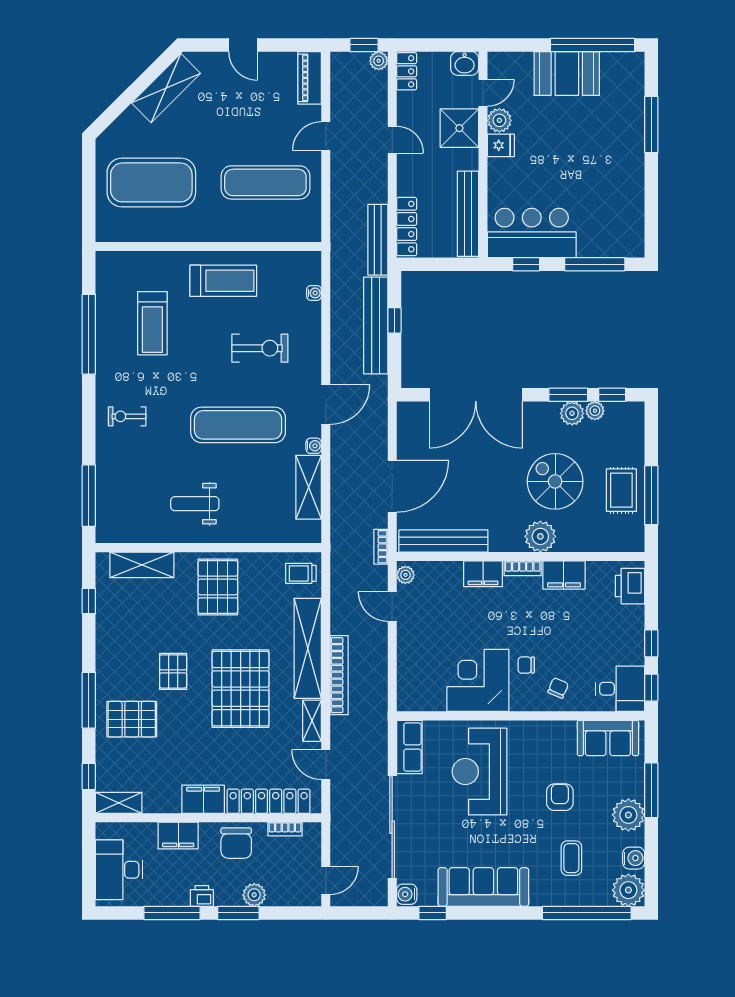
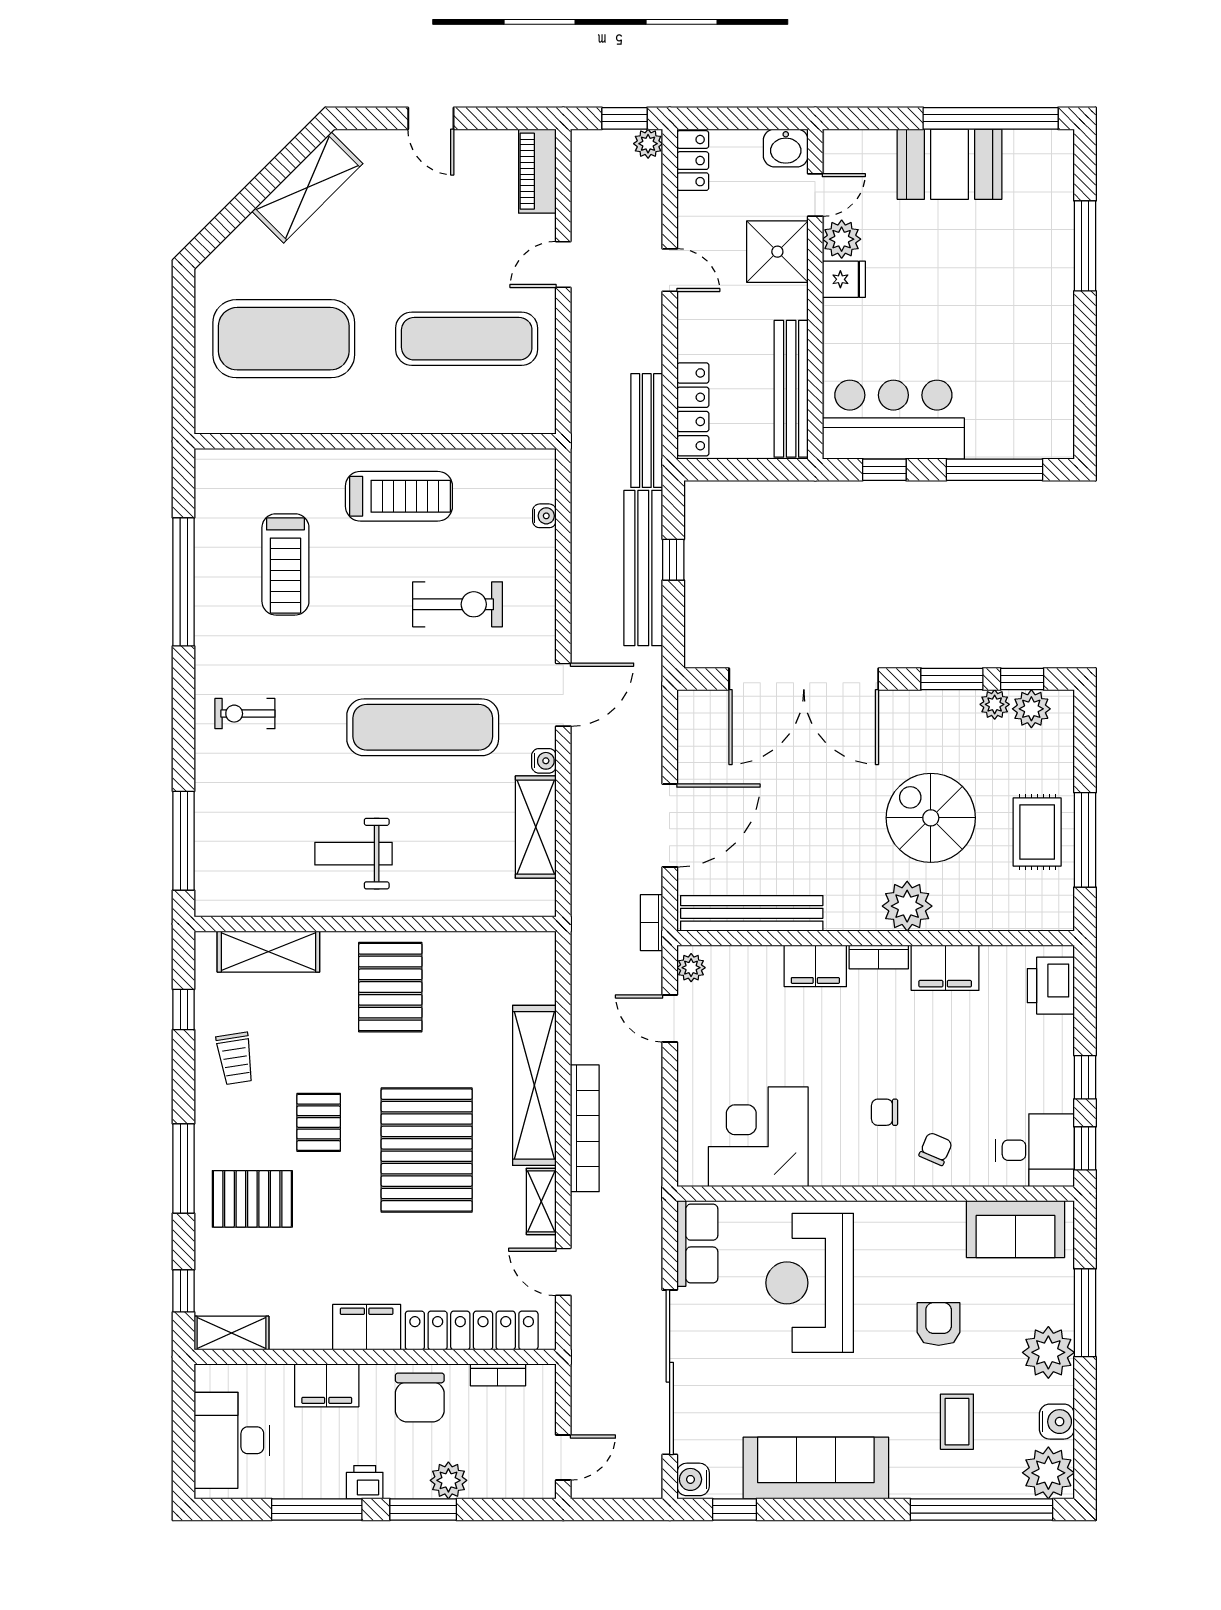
plant: (572, 413) -> (1031, 709), moved
trolley: (301, 573) -> (235, 1058), moved, turned -99
corner desk: (478, 680) -> (758, 1137), moved

